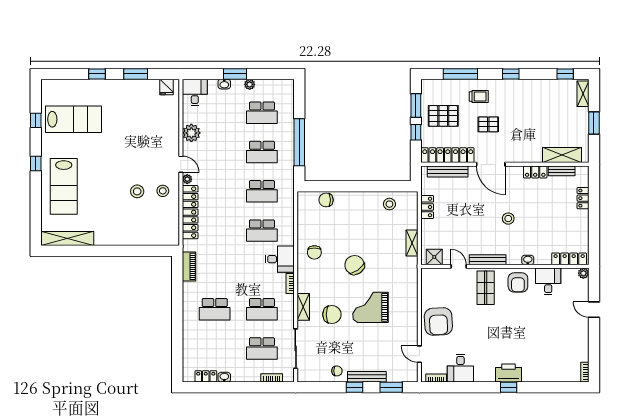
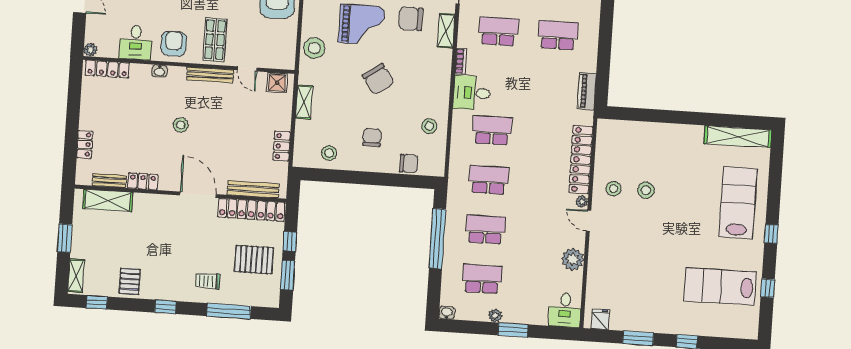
washbasin: (224, 84) -> (447, 313), moved
pallet: (488, 124) -> (130, 281), moved, turned 90
stool: (312, 231) -> (429, 126), added
chair: (314, 252) -> (372, 137), moved
stool: (407, 286) -> (314, 48), added

